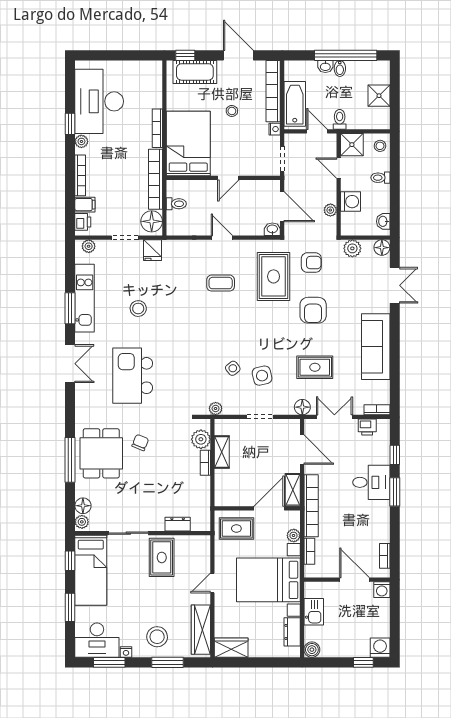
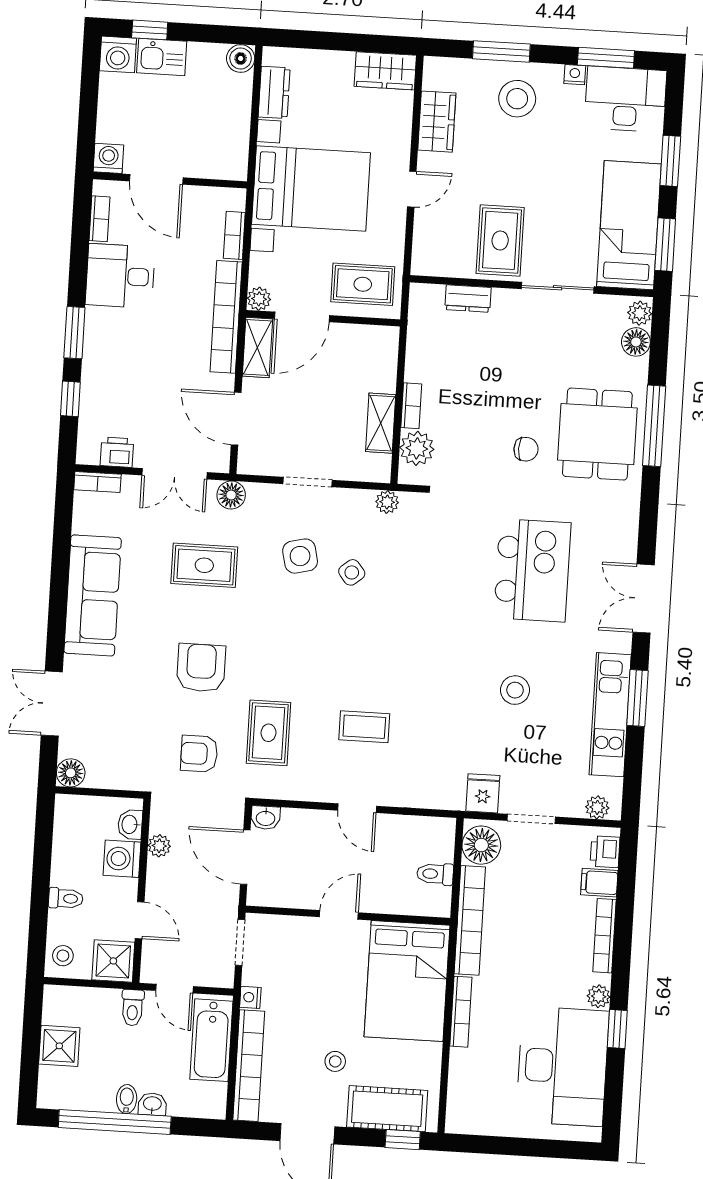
stool: (232, 111) -> (335, 1061), moved
washbasin: (383, 221) -> (130, 824), moved, turned 180
plant: (352, 248) -> (124, 774), removed
rug: (274, 276) -> (268, 733), width x0.73, depth x0.70
chair: (140, 443) -> (526, 449), turned -112
desk: (371, 482) -> (120, 276), moved
plant: (294, 535) -> (259, 299), moved
window: (70, 561) -> (665, 245), width x1.50
kitchen sink: (314, 612) -> (162, 57), moved, turned -90
wardrobe: (201, 630) -> (437, 122), width x0.67

